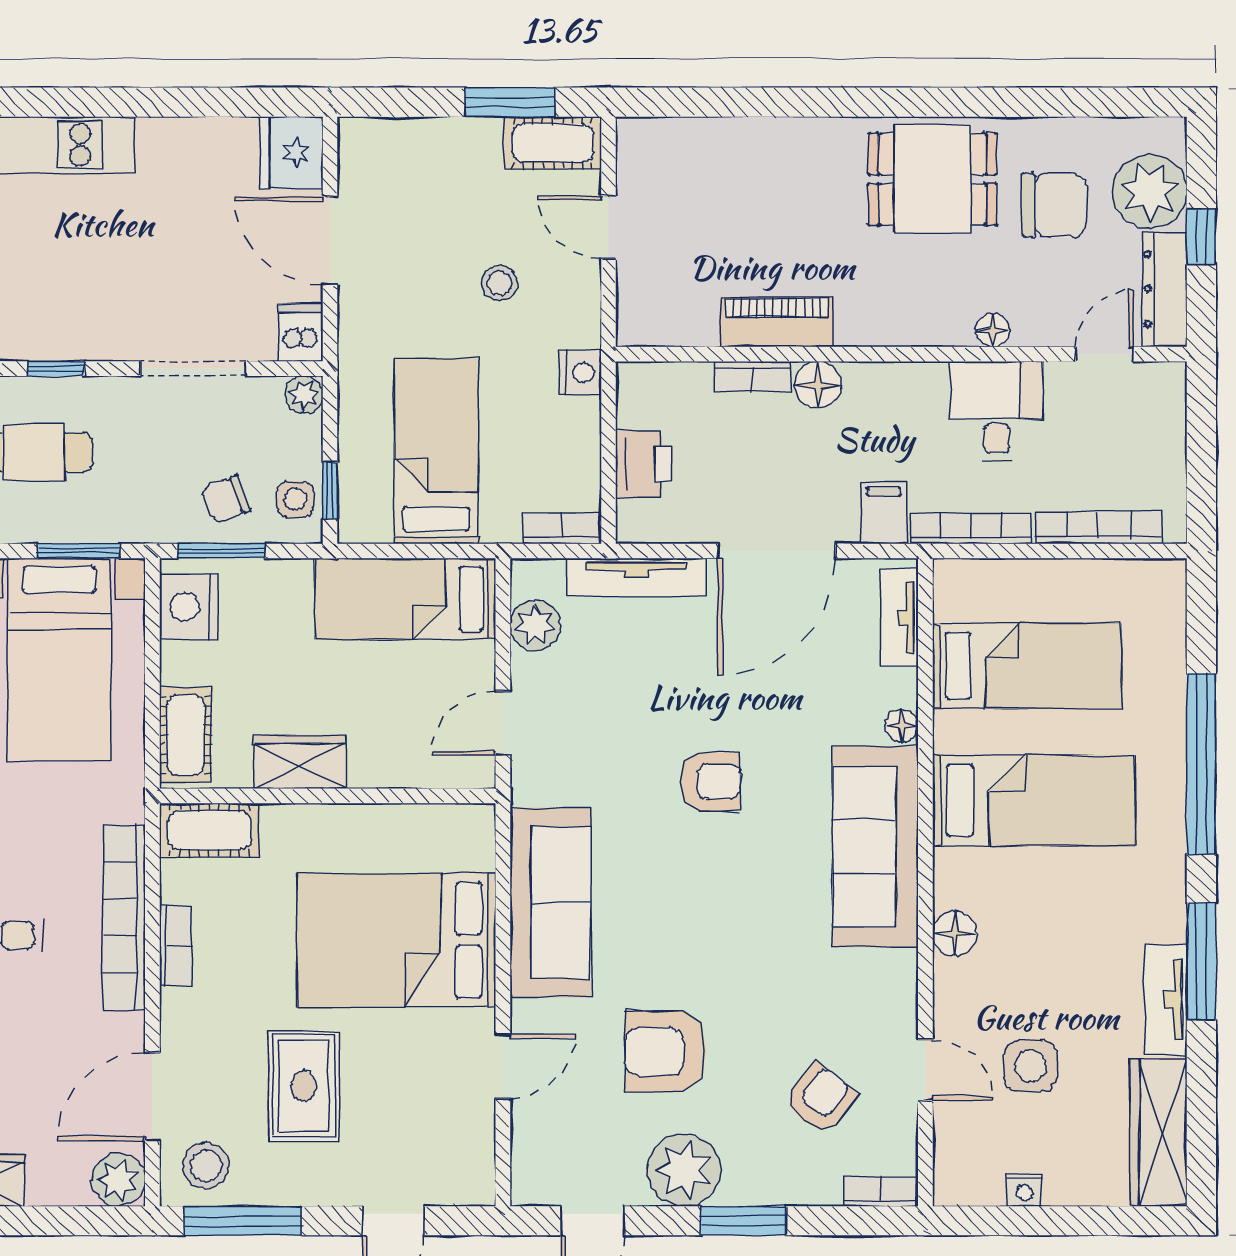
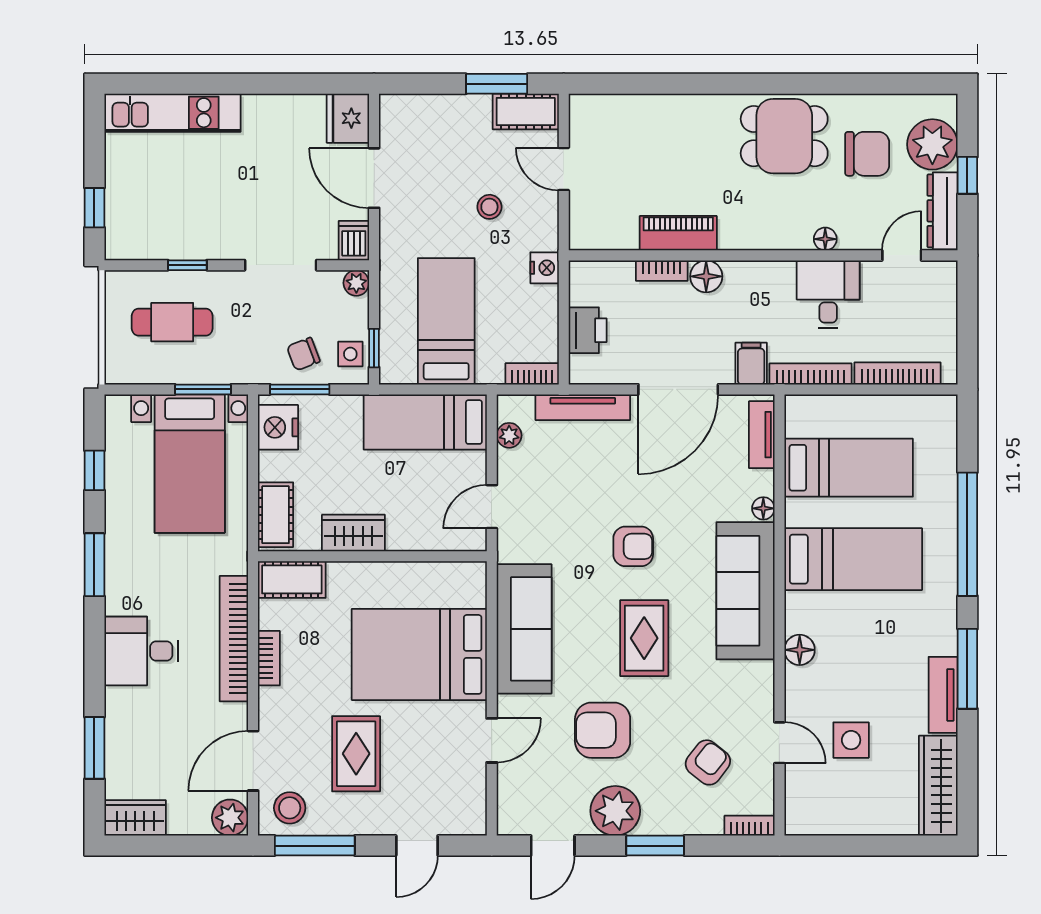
plant: (535, 625) -> (509, 435), width x0.73, depth x0.73
rug: (727, 916) -> (644, 638), added
nightstand: (1024, 1190) -> (847, 824), removed

